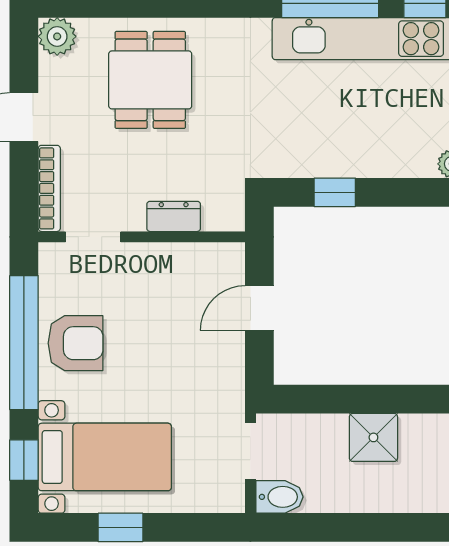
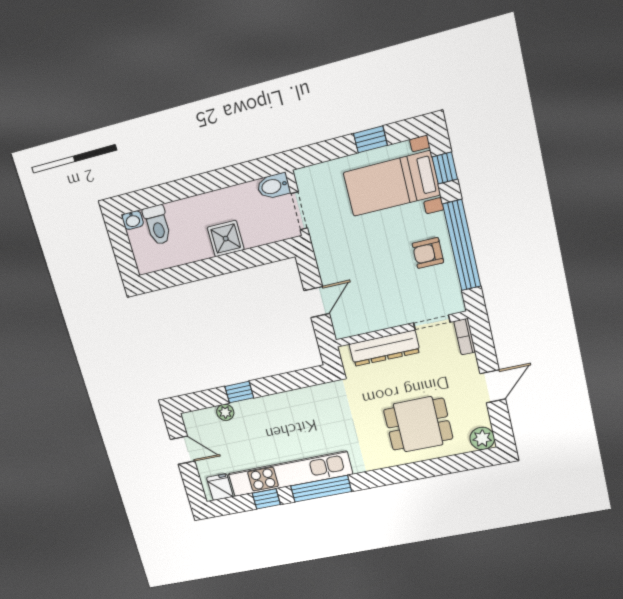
dining table: (150, 80) -> (418, 424), turned 90
bookcase: (49, 188) -> (465, 337), width x0.64
window: (335, 192) -> (239, 392), moved
dresser: (174, 216) -> (384, 348), width x1.96, depth x1.24
armchair: (75, 343) -> (428, 253), width x0.72, depth x0.72

